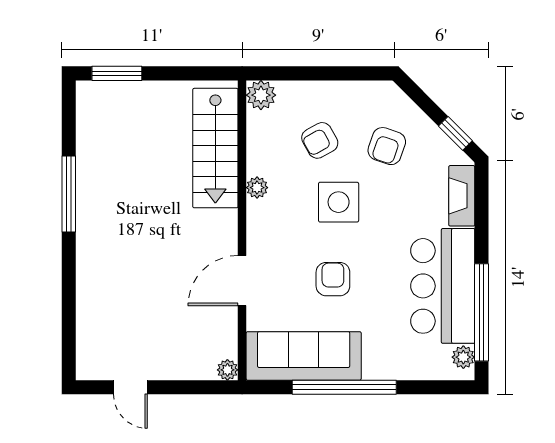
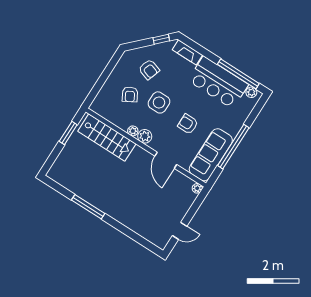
window: (117, 73) -> (68, 133), moved
plant: (261, 95) -> (145, 136), moved

